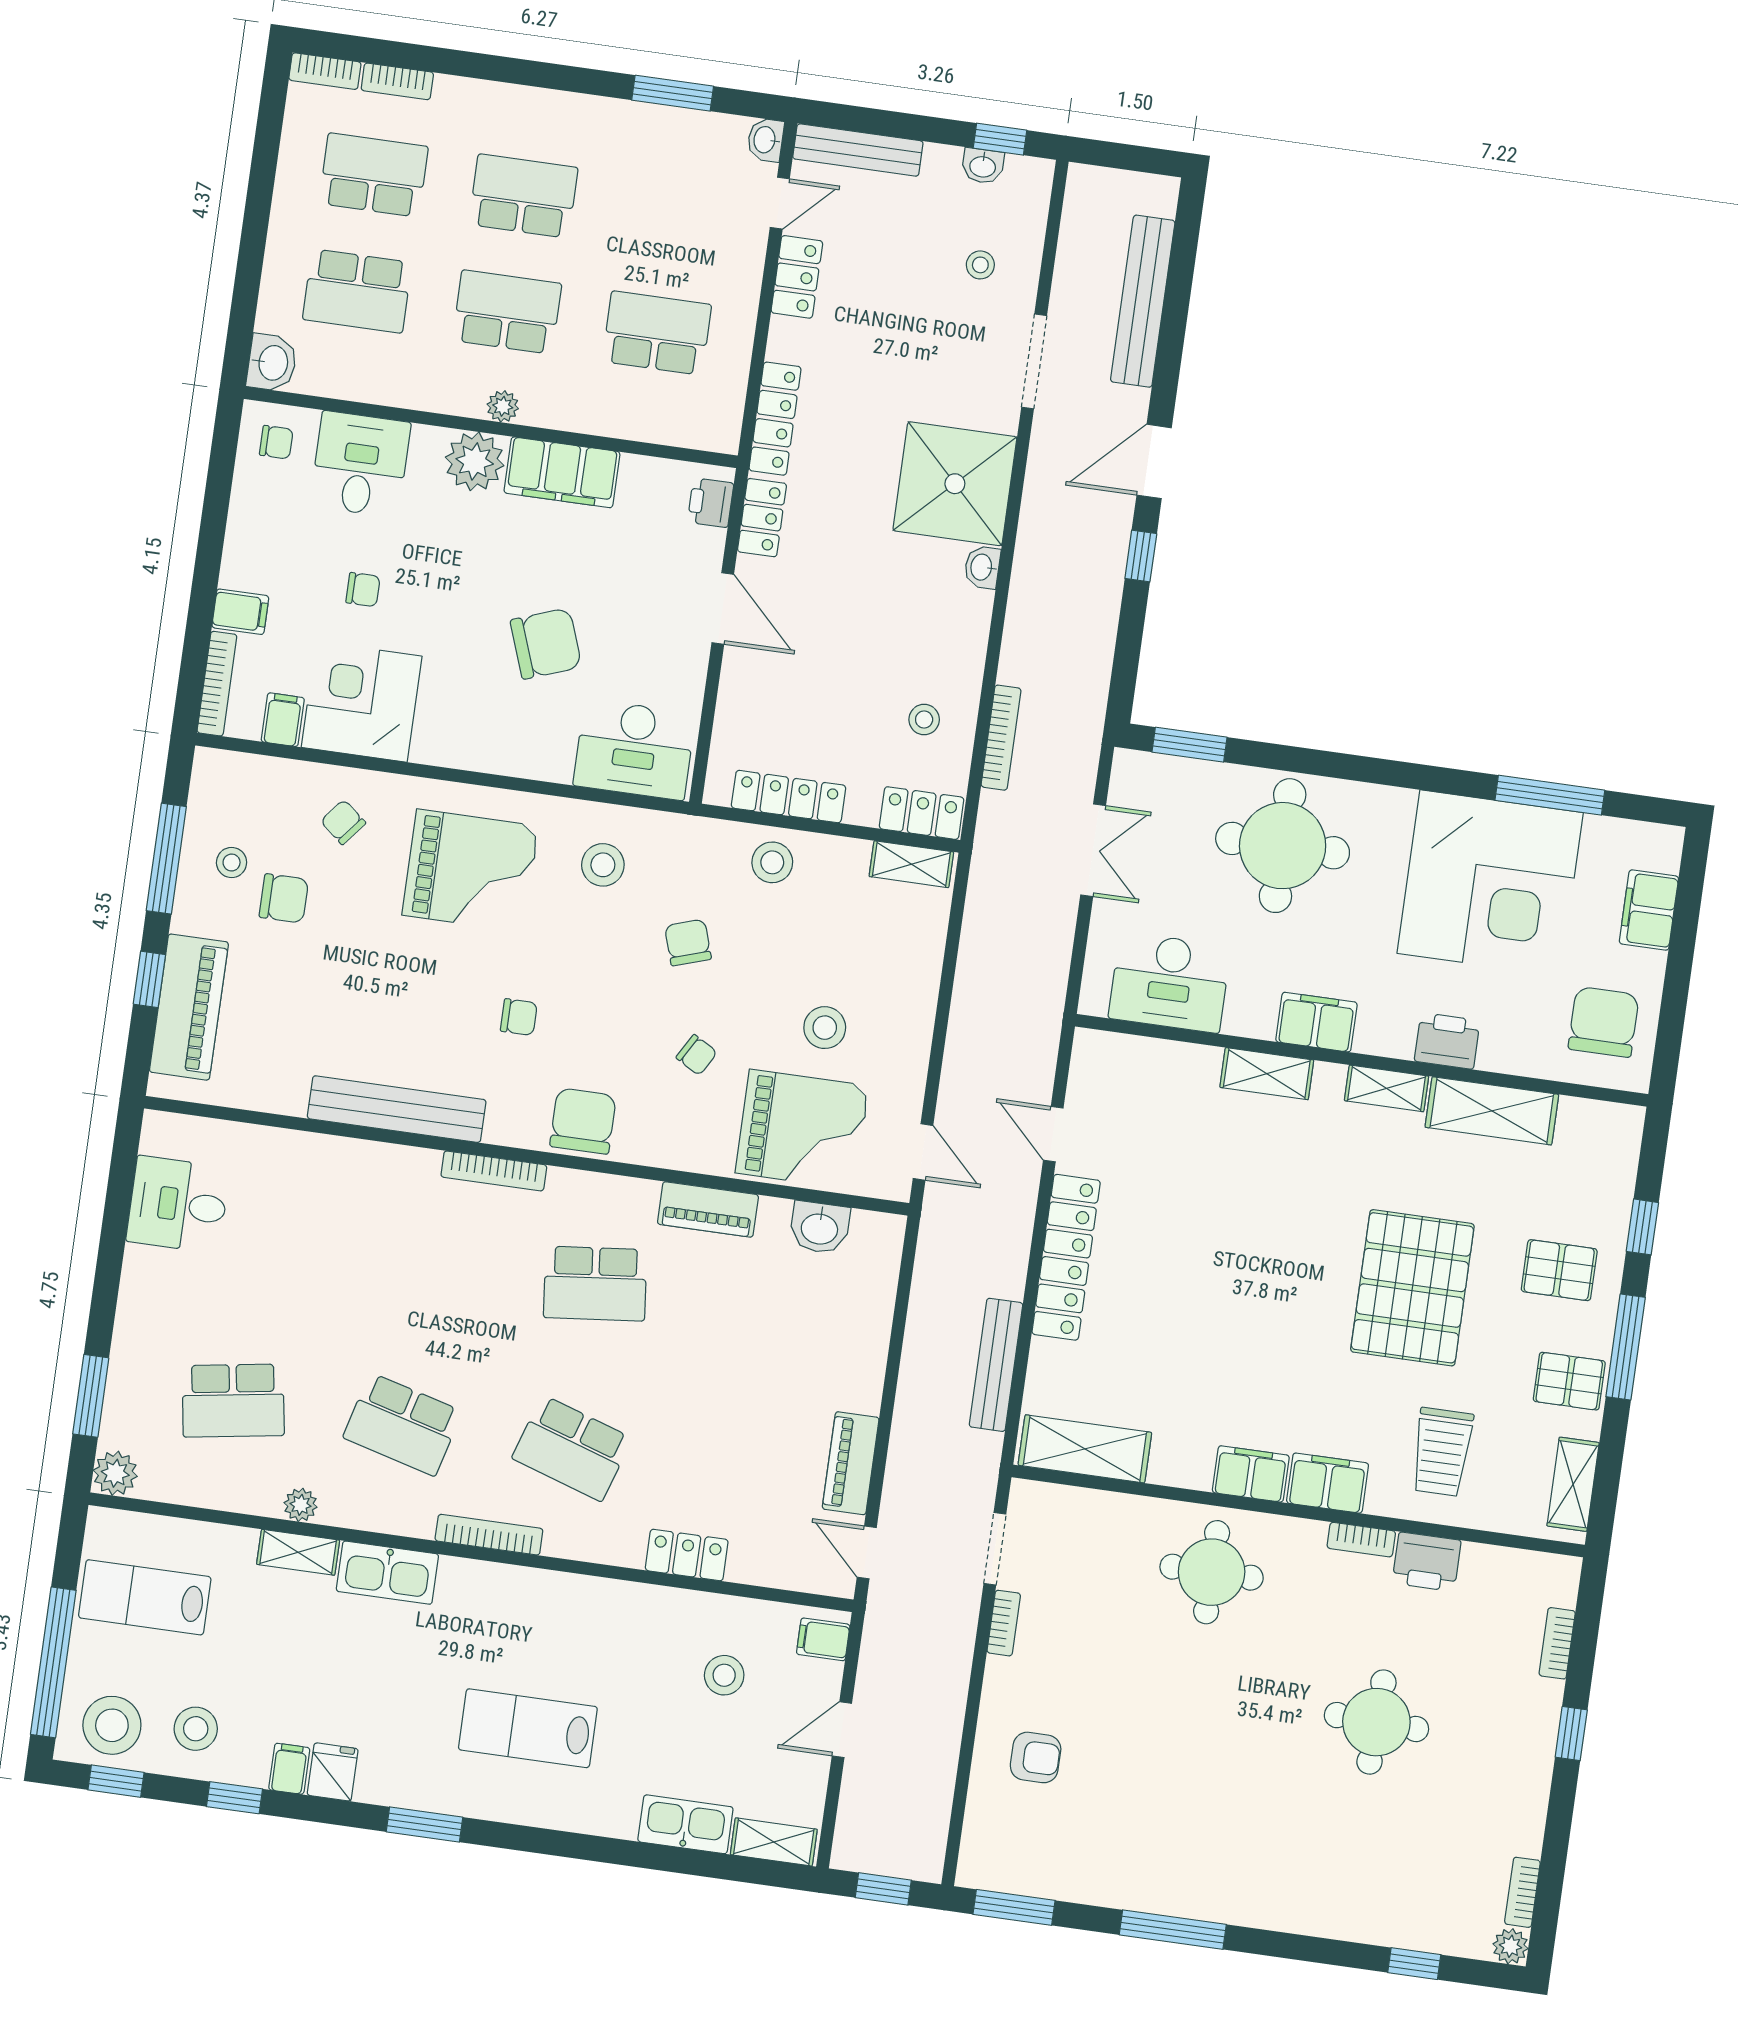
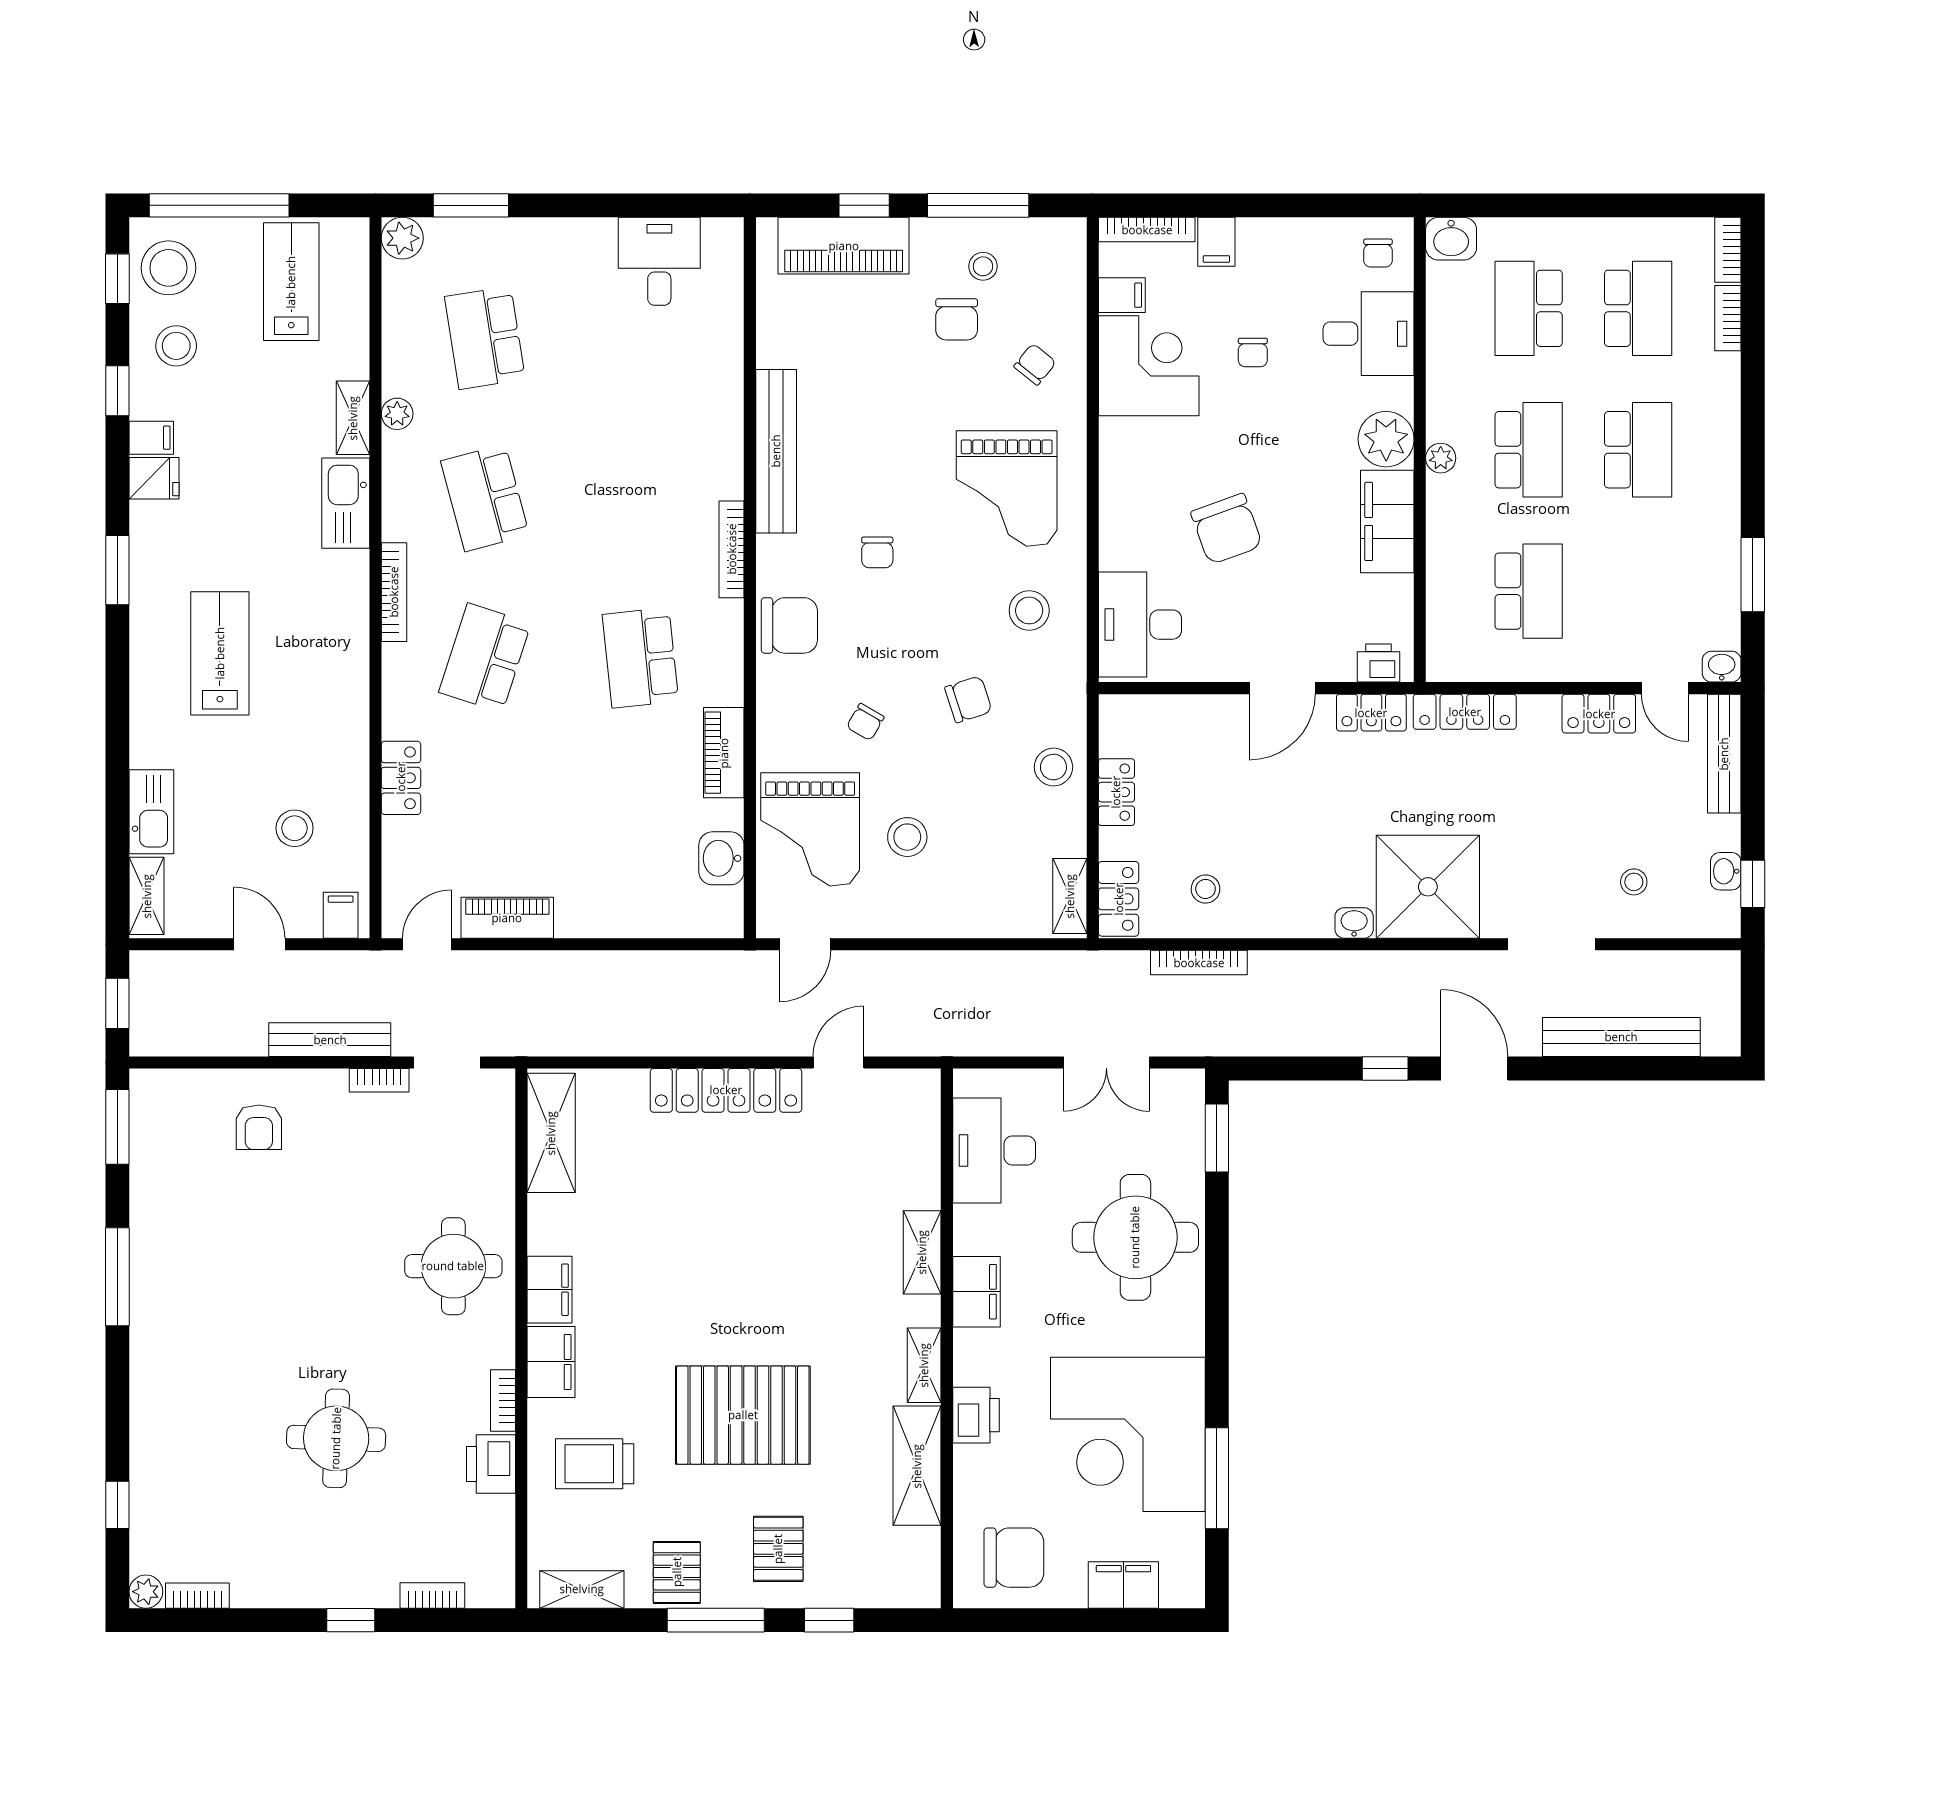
locker: (789, 797) -> (1116, 792), width x0.66
bench: (996, 1365) -> (330, 1040), moved
school desk: (403, 1424) -> (485, 498), turned -30

